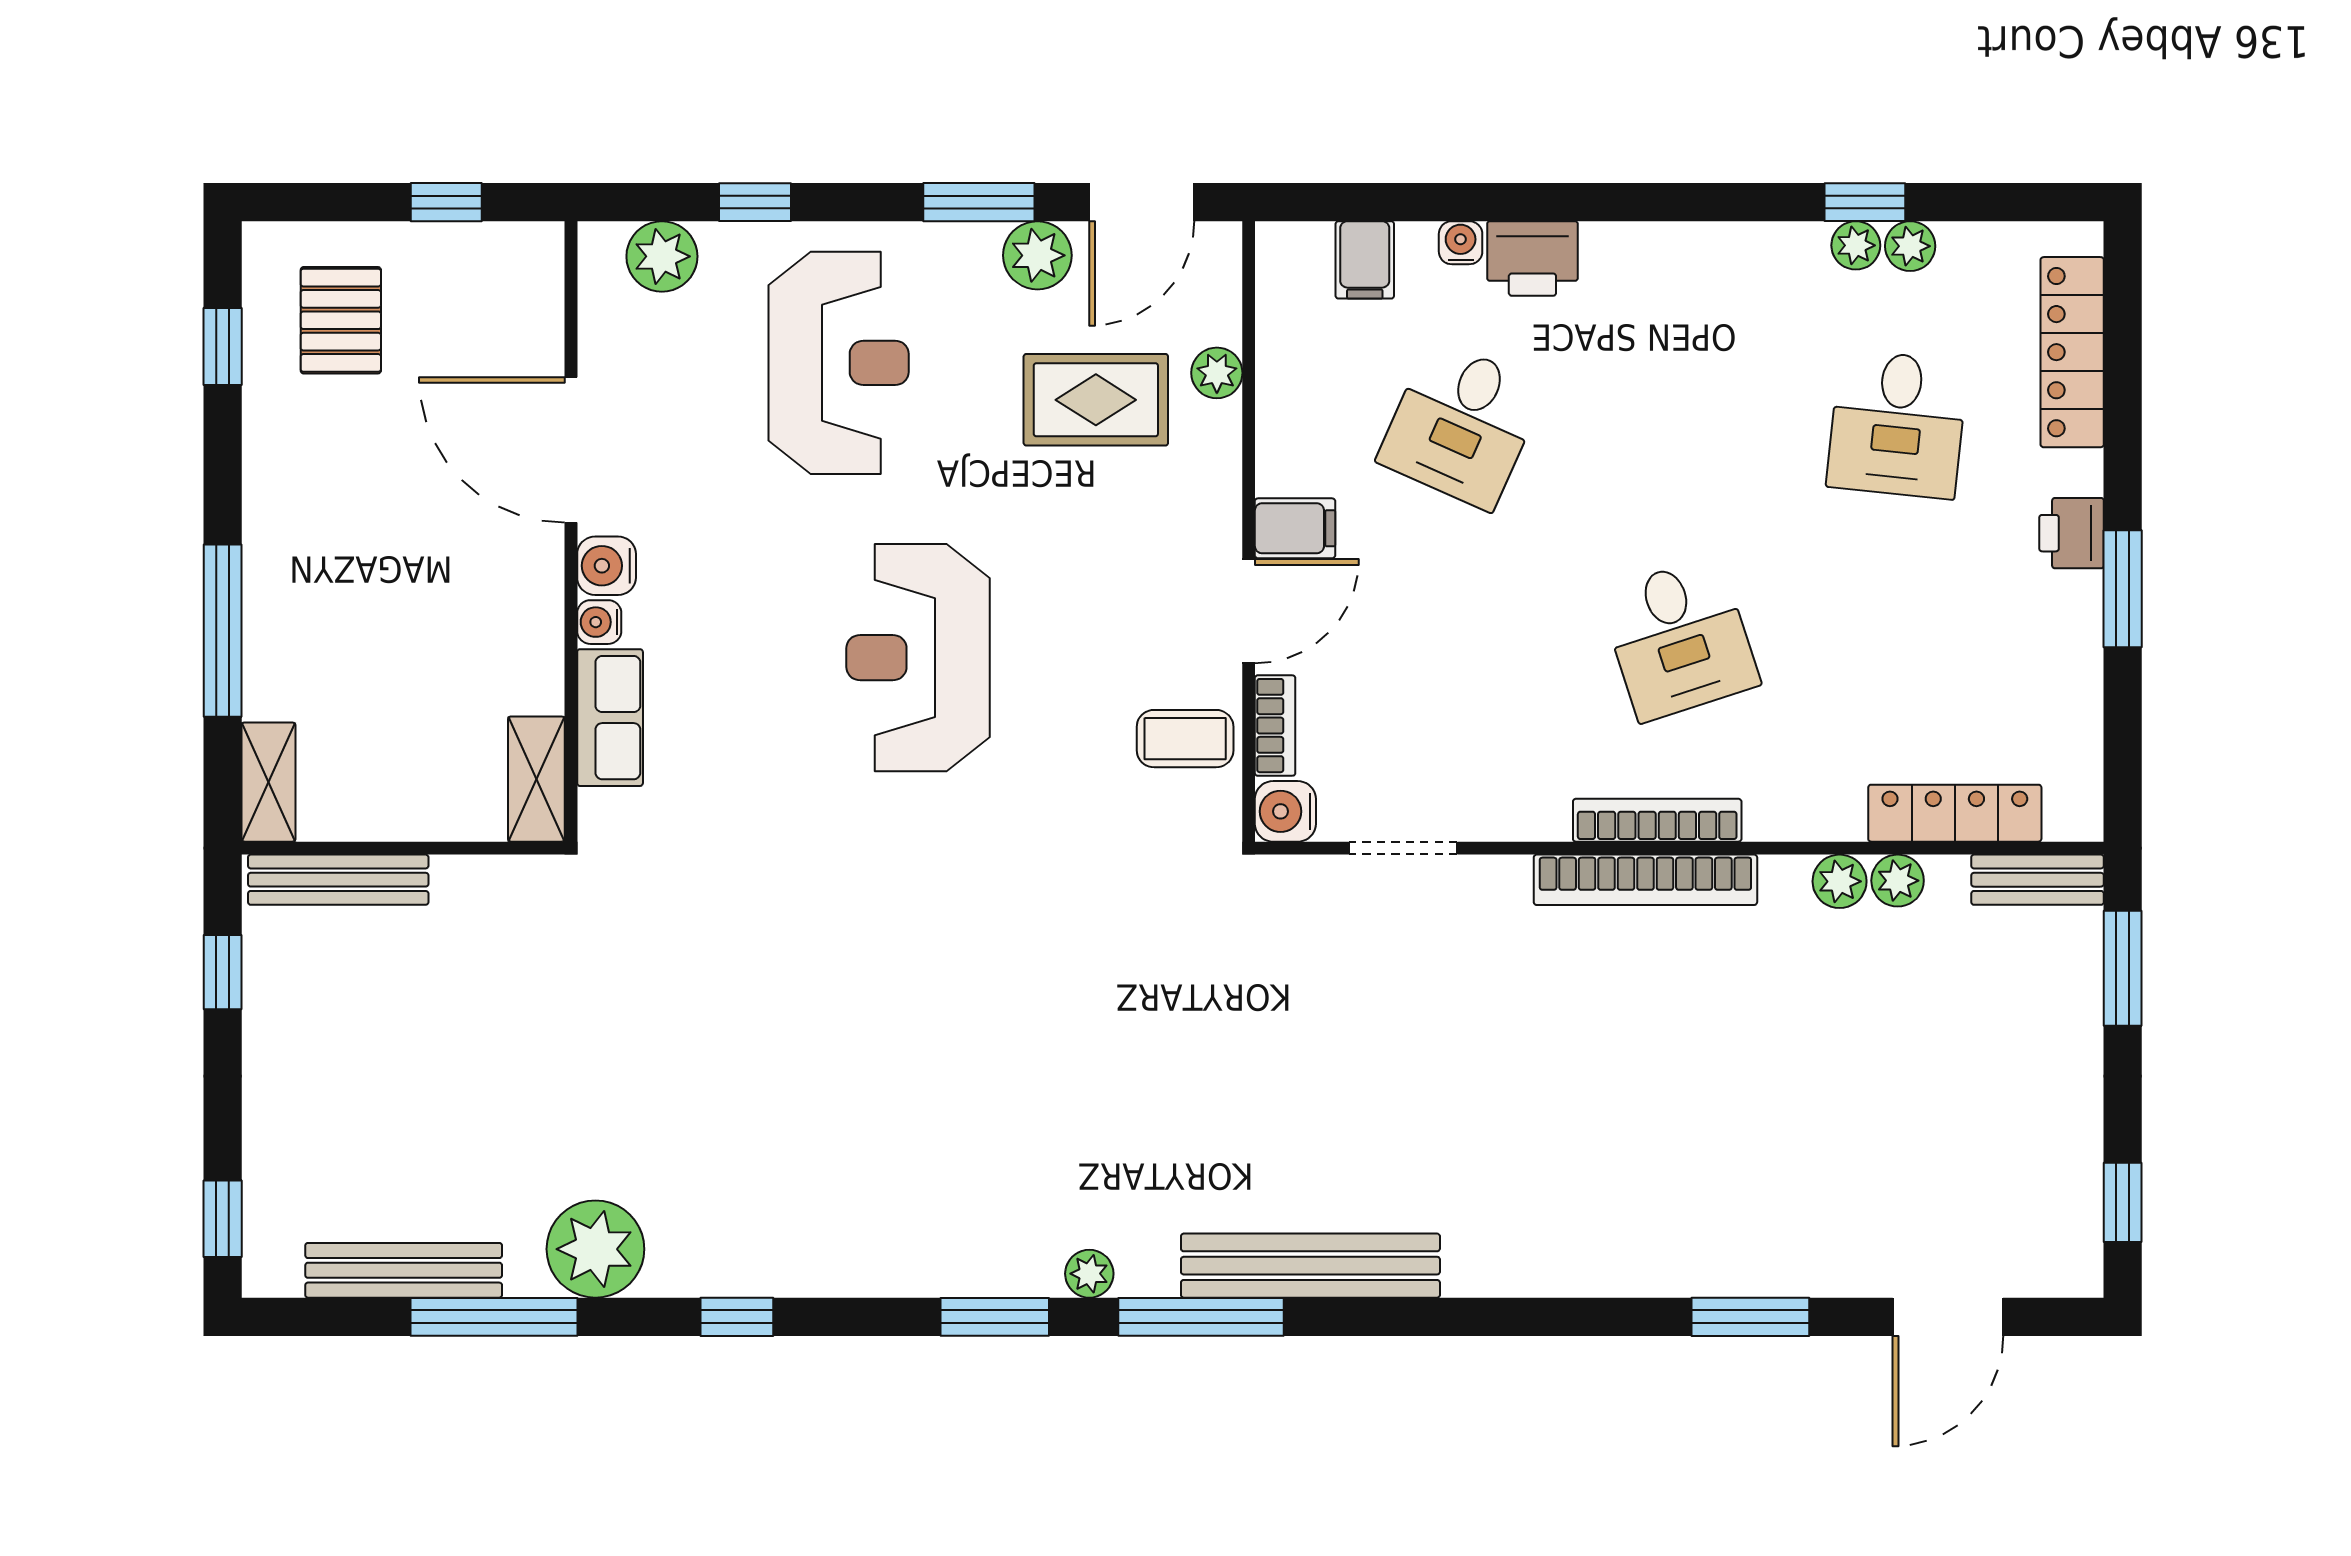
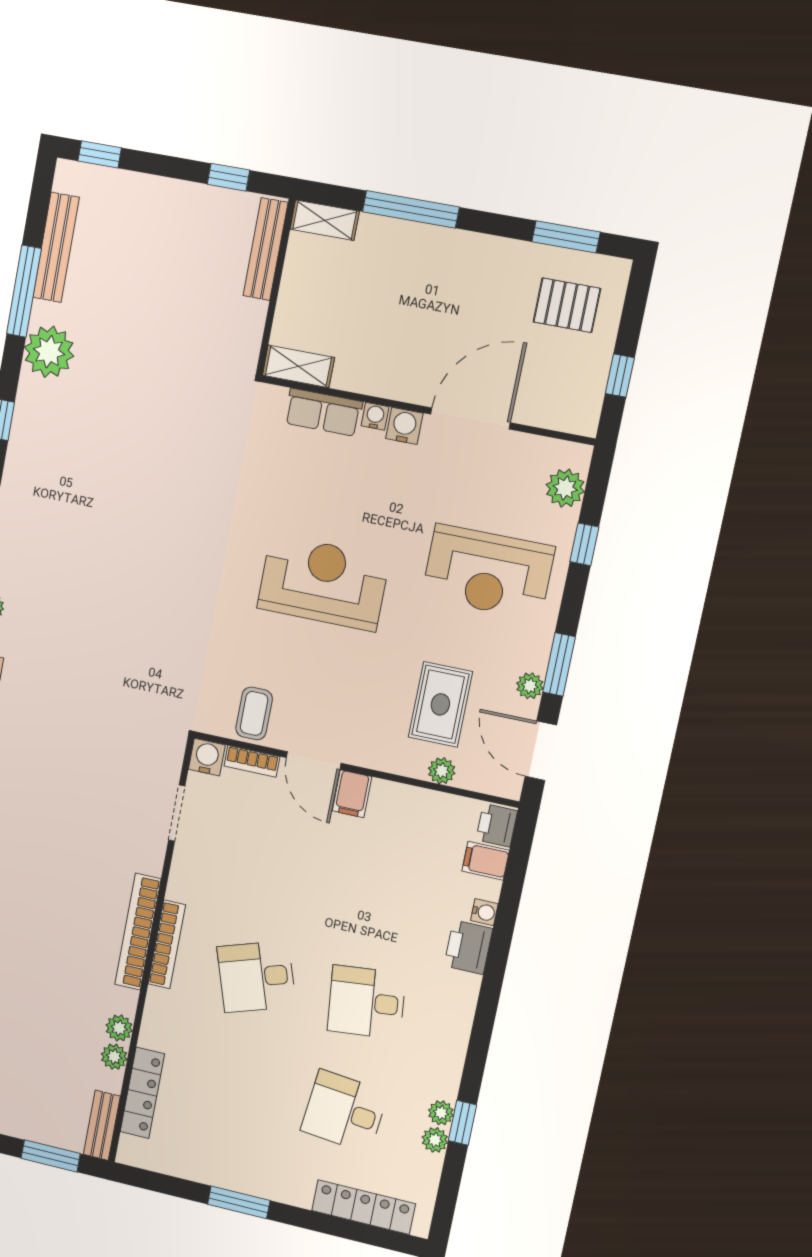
plant: (1037, 255) -> (530, 686), width x0.73, depth x0.73
window: (223, 346) -> (566, 237), width x1.50
desk: (1461, 424) -> (367, 1002), moved, turned -30
printer: (2072, 533) -> (497, 825), moved, turned -90

